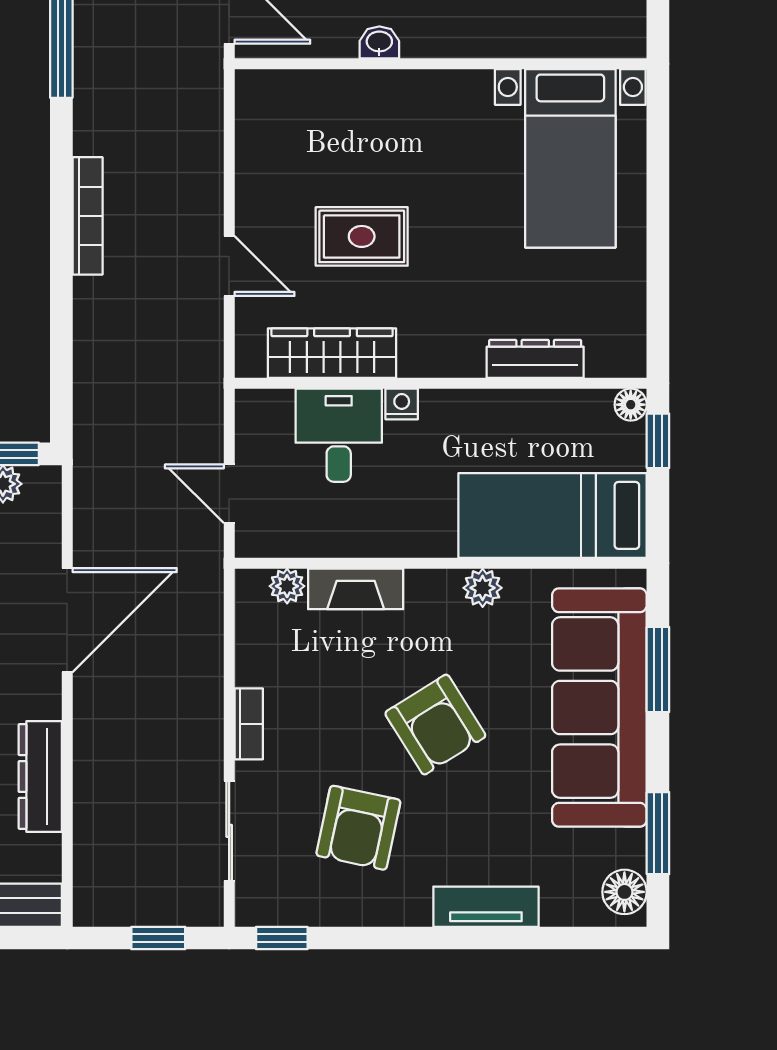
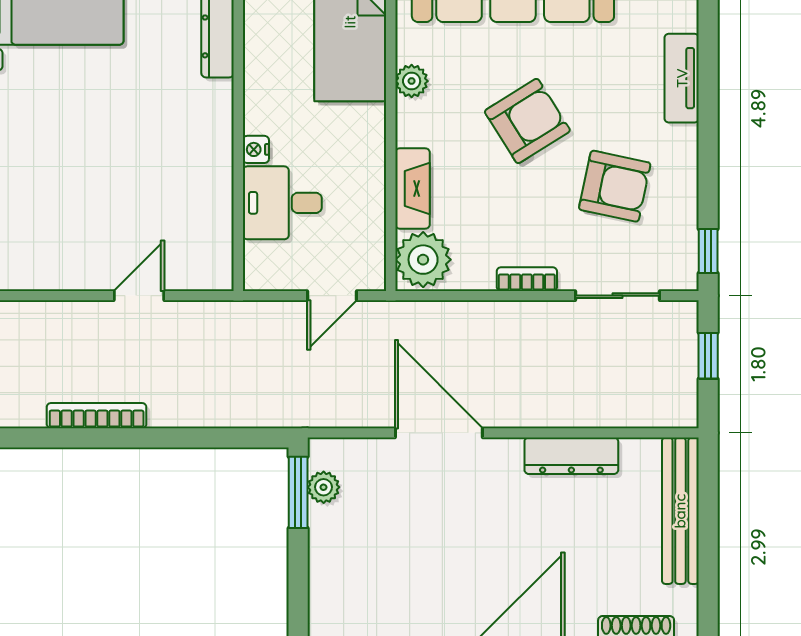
rug: (362, 236) -> (114, 183), removed
wardrobe: (332, 353) -> (213, 209), removed
plant: (287, 586) -> (423, 260), width x1.87, depth x1.87

